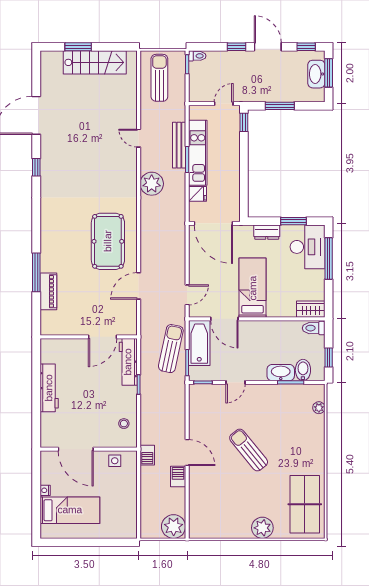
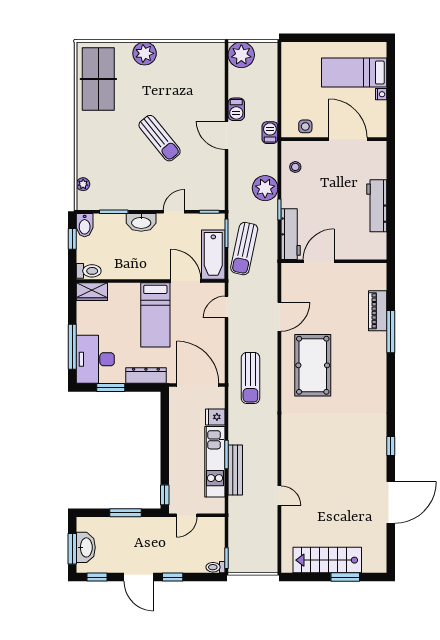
sun lounger: (159, 78) -> (250, 378), moved
door: (139, 138) -> (279, 496), moved
plant: (152, 184) -> (265, 188), moved
dresser: (267, 232) -> (146, 375), width x1.44
bidet: (303, 370) -> (85, 225), moved
washbasin: (281, 373) -> (141, 222), moved

